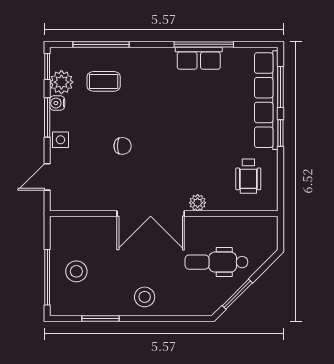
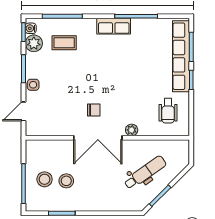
row of seats: (199, 58) -> (114, 26), moved
water cooler: (57, 103) -> (31, 28), moved
chair: (123, 146) -> (94, 110), moved
dental chair: (216, 262) -> (145, 173), turned 145
stool: (145, 297) -> (66, 181), moved

